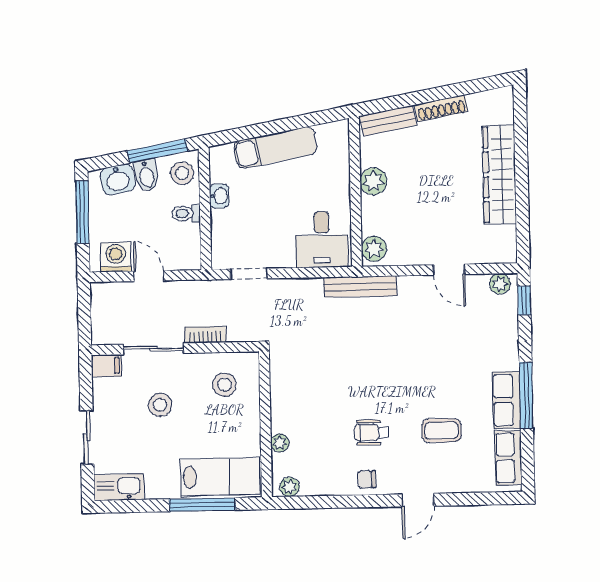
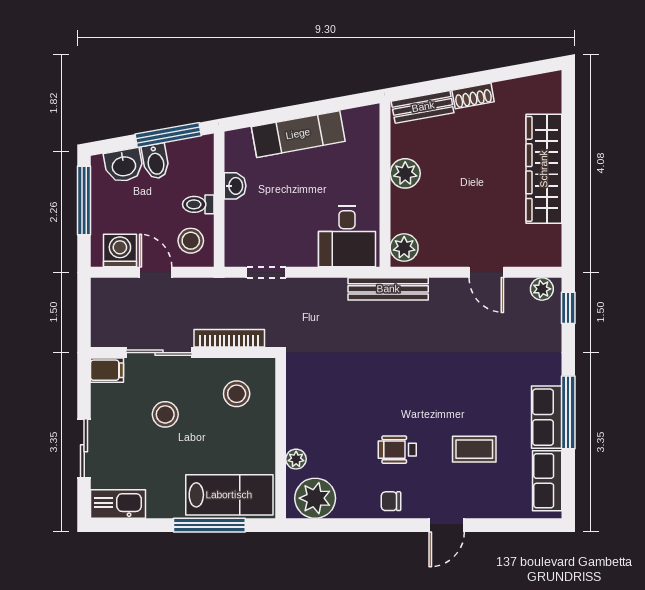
shoe rack: (441, 108) -> (473, 96), width x0.70
stool: (182, 173) -> (191, 241), moved
bookcase: (205, 335) -> (229, 338), width x1.56
plant: (290, 487) -> (315, 498), width x1.87, depth x1.87

